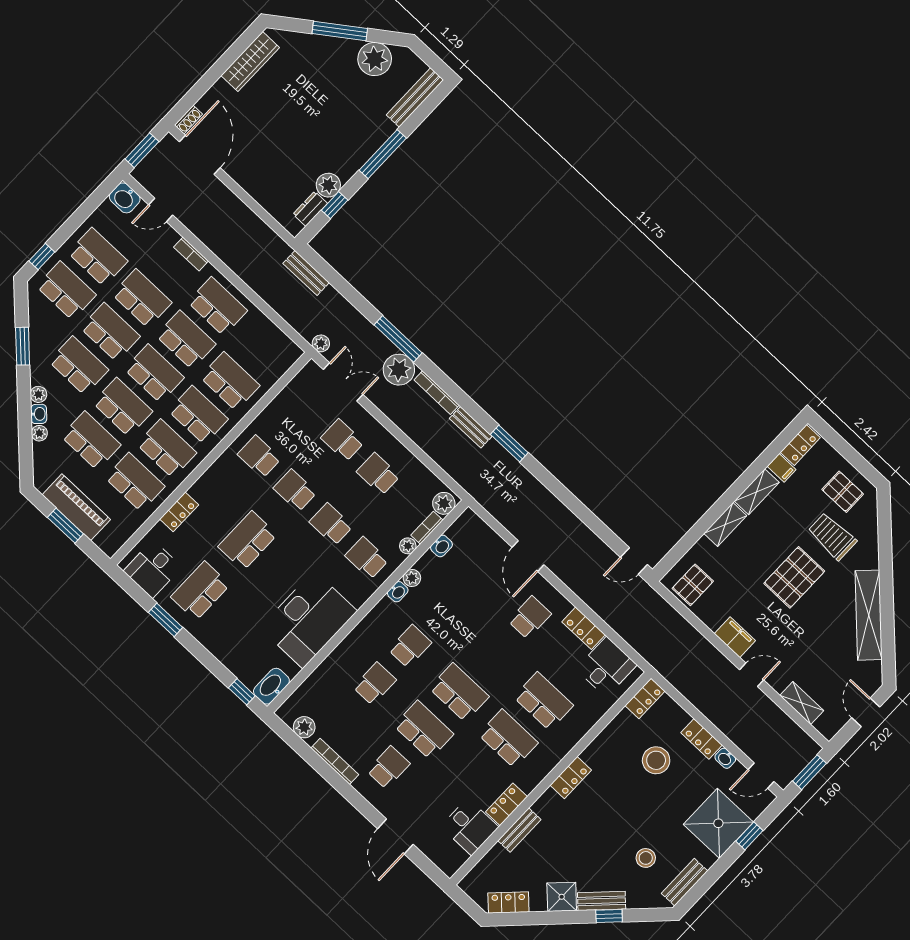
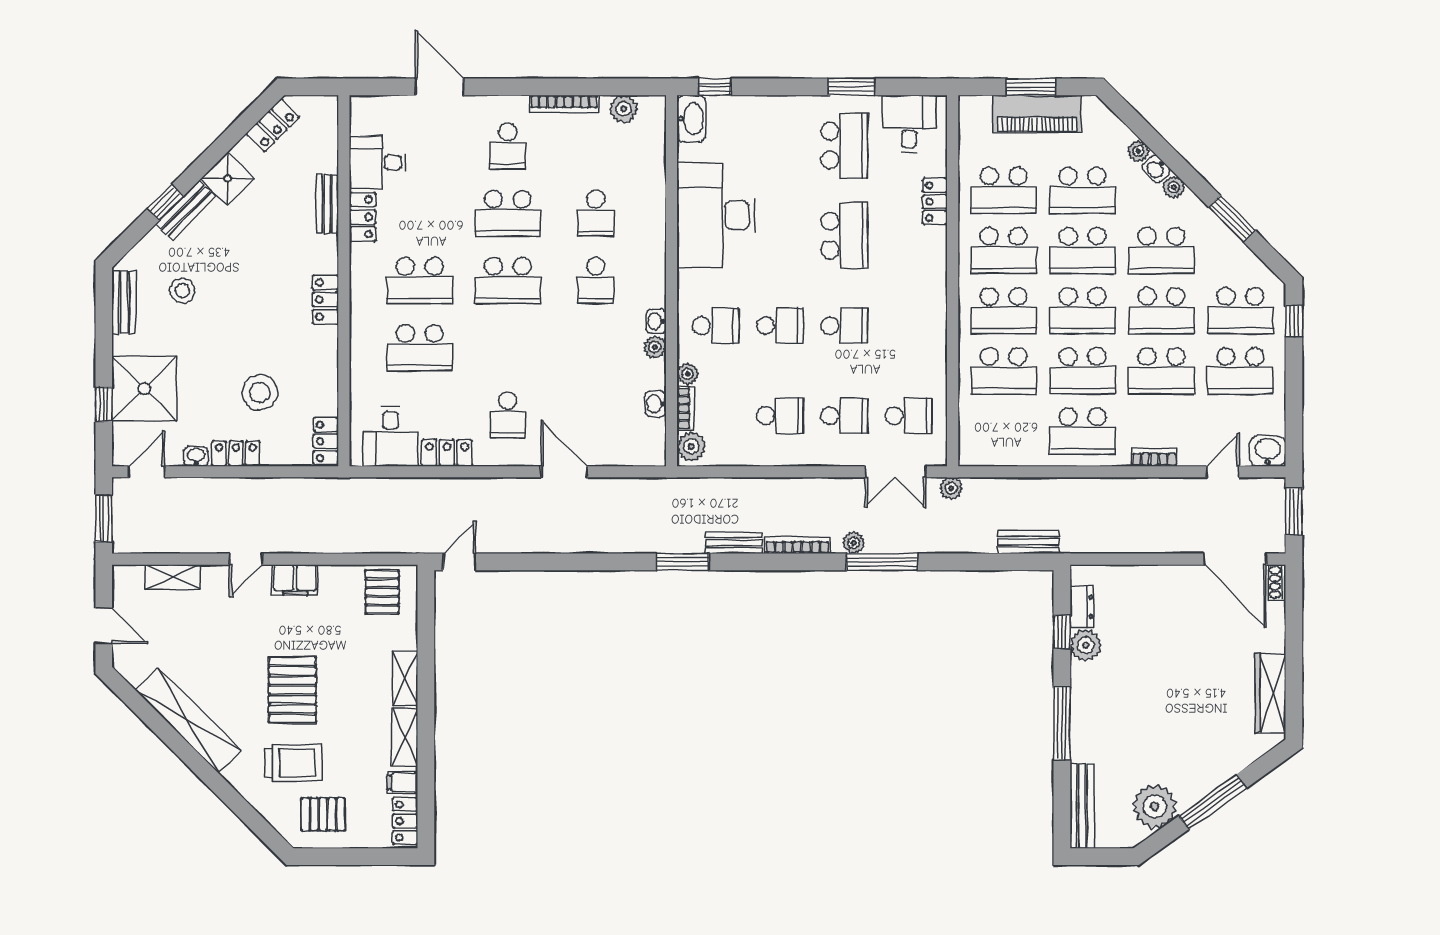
plant: (399, 370) -> (854, 543), width x0.53, depth x0.53
school desk: (259, 457) -> (909, 416), moved

